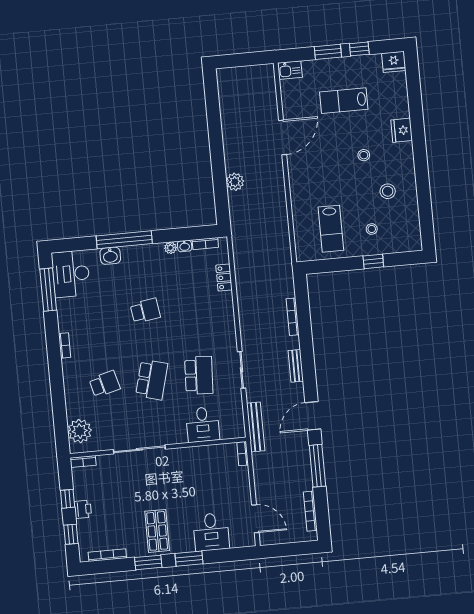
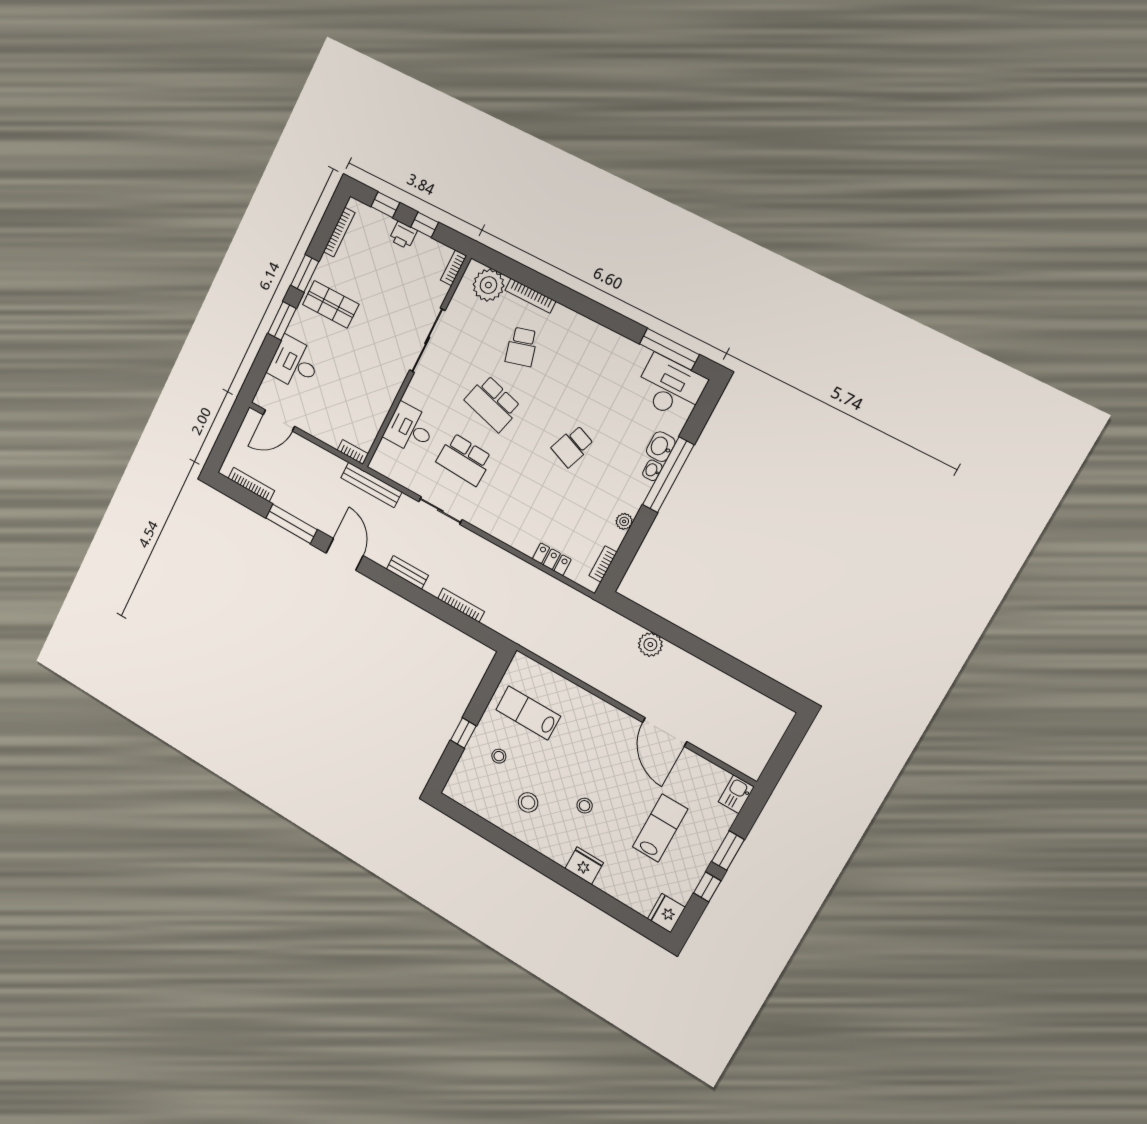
washbasin: (185, 246) -> (652, 470), moved
school desk: (145, 311) -> (573, 446), turned 30
bookcase: (65, 345) -> (530, 296), moved, width x1.56

